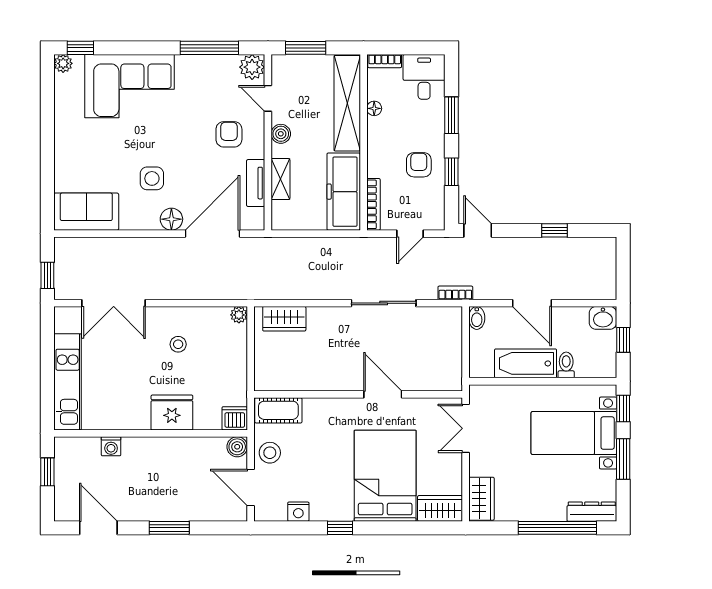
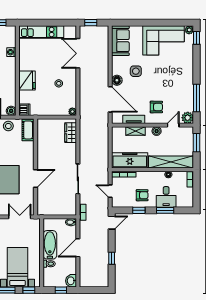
desk: (424, 77) -> (166, 197), moved, turned 90
corner sofa: (129, 86) -> (164, 40), moved, turned -90

